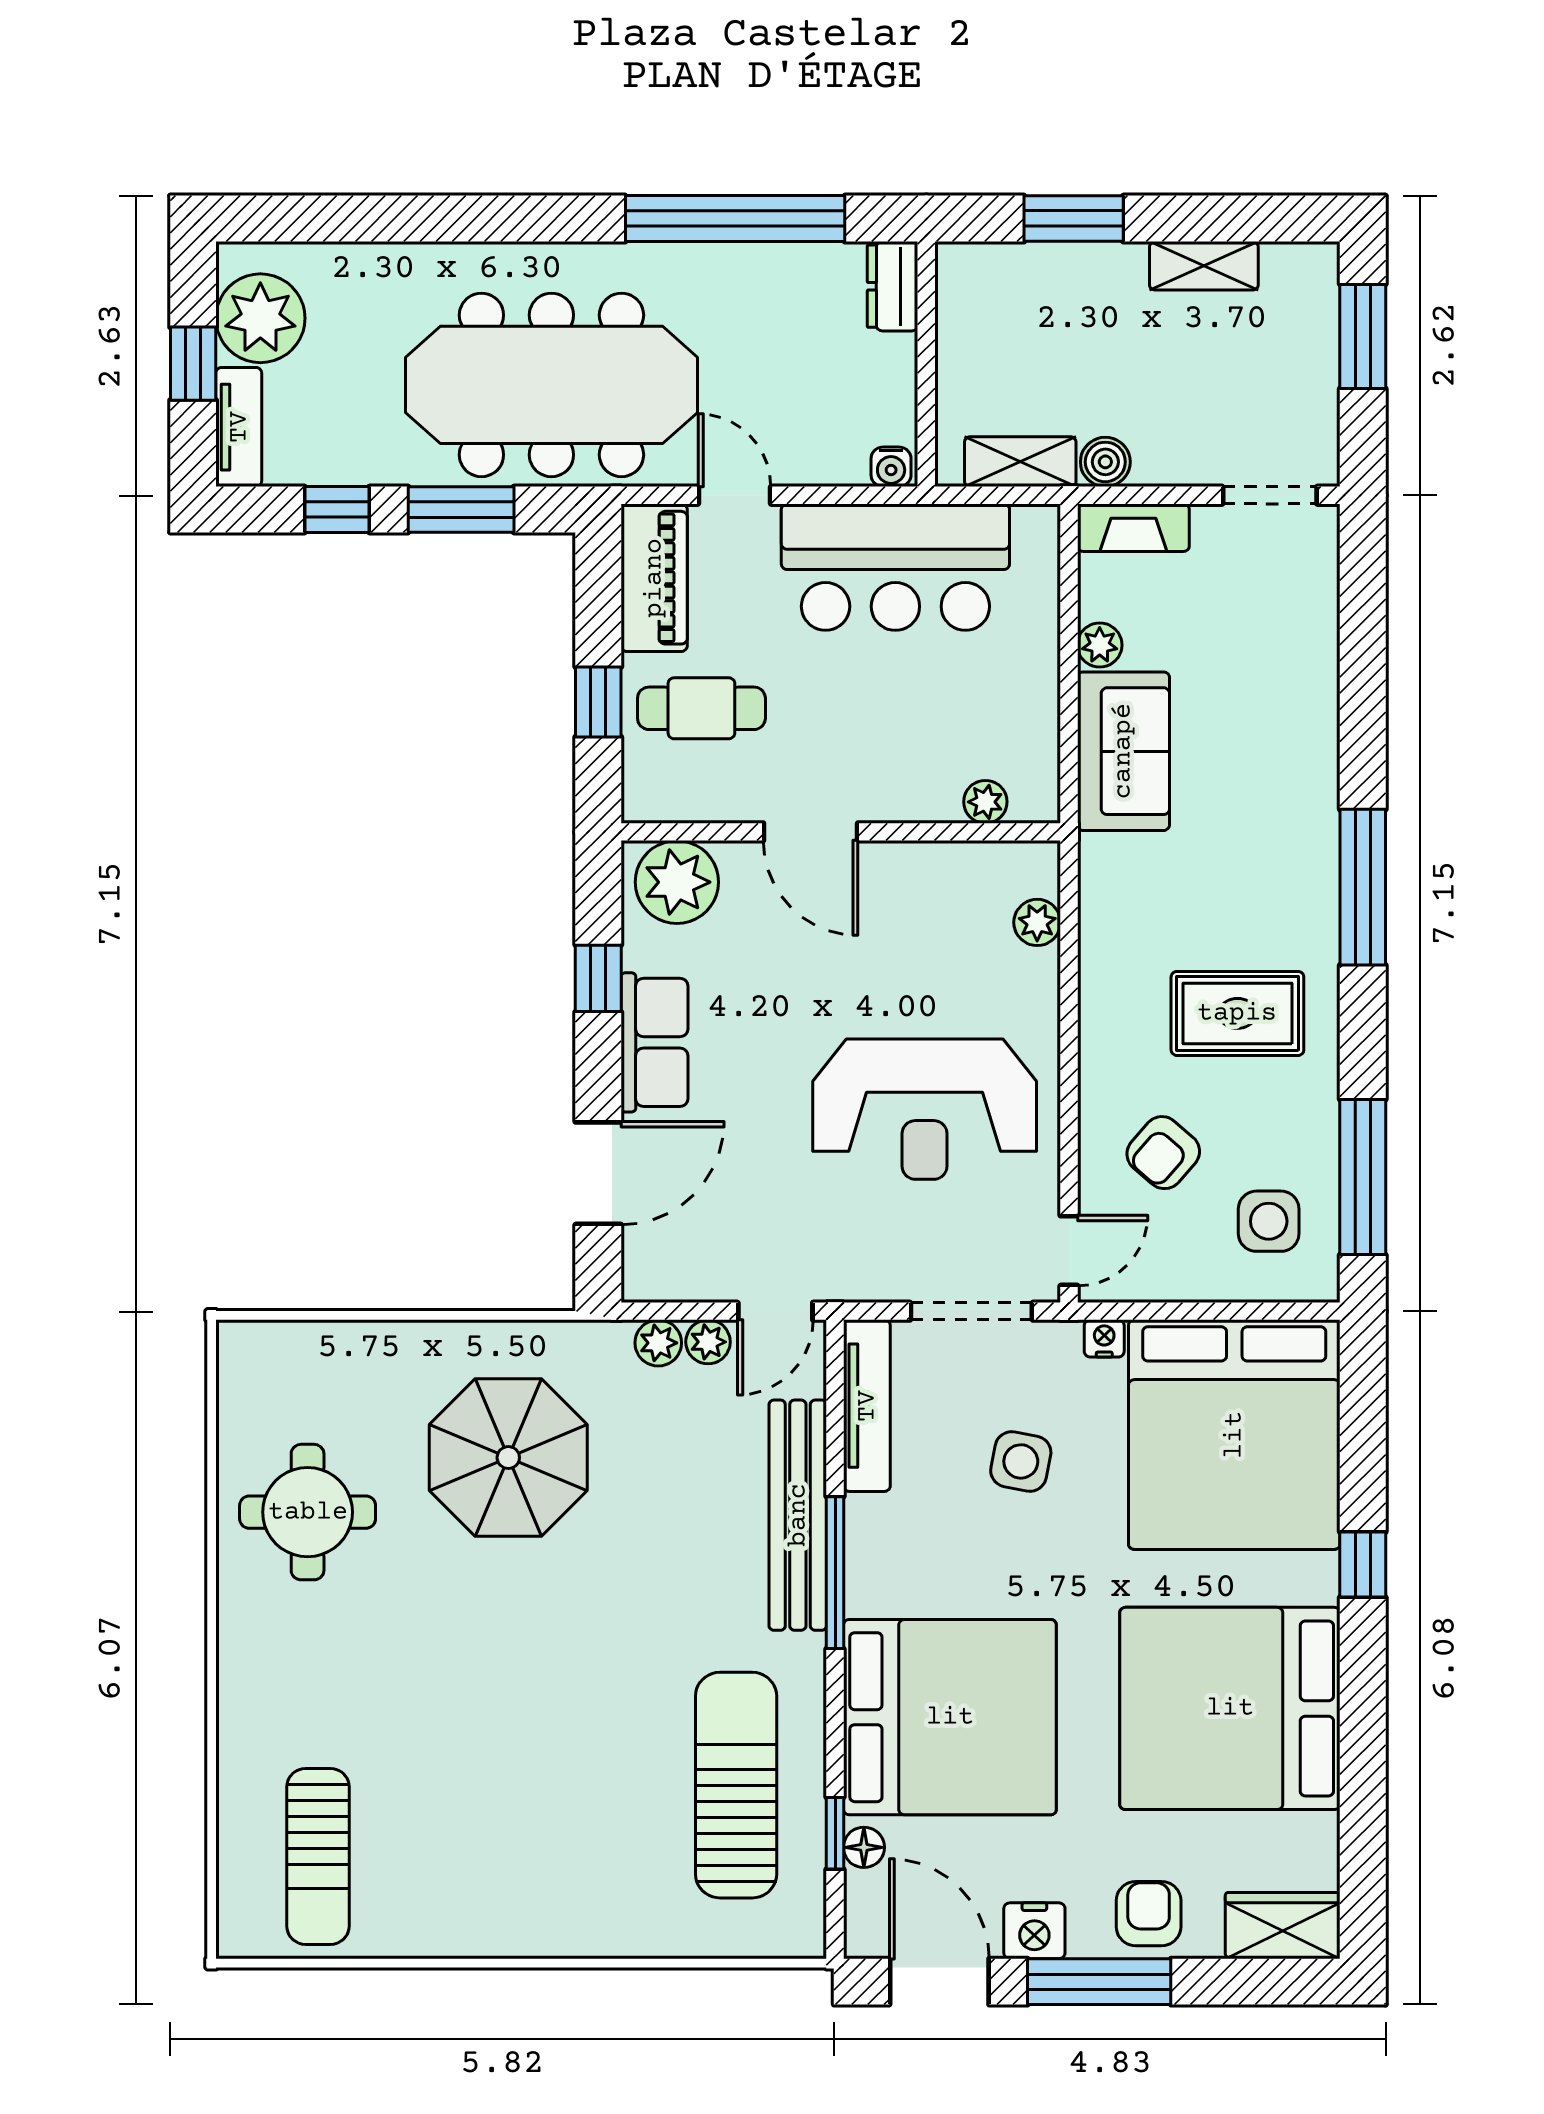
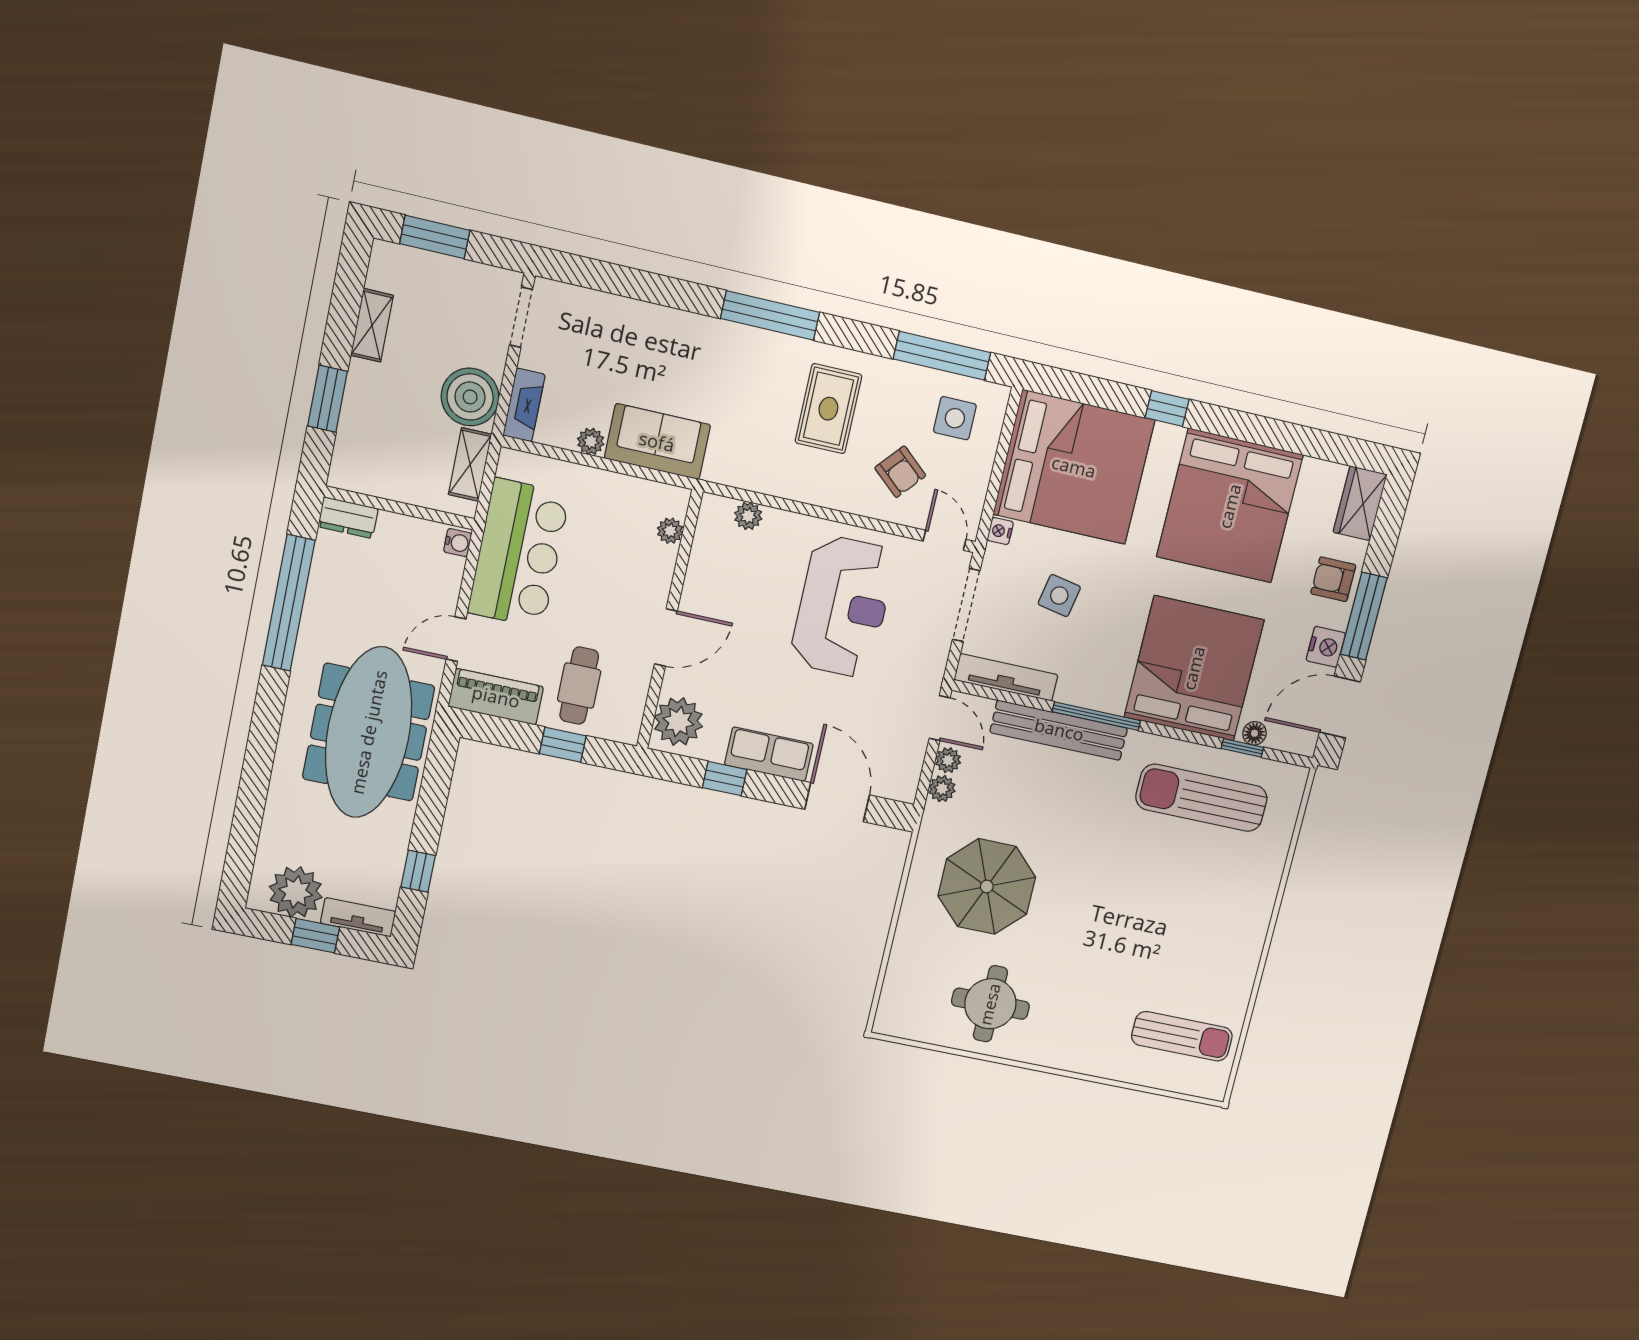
boiler: (1105, 462) -> (470, 397), width x1.86, depth x1.86
window: (461, 510) -> (433, 800), removed

